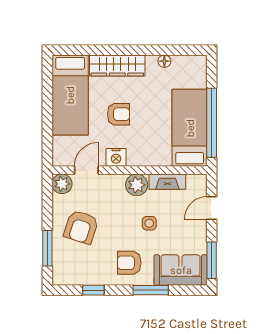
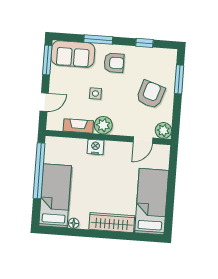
armchair: (118, 114) -> (114, 183), removed
bed: (190, 128) -> (55, 196), moved, turned 180
nightstand: (116, 157) -> (95, 147), moved

